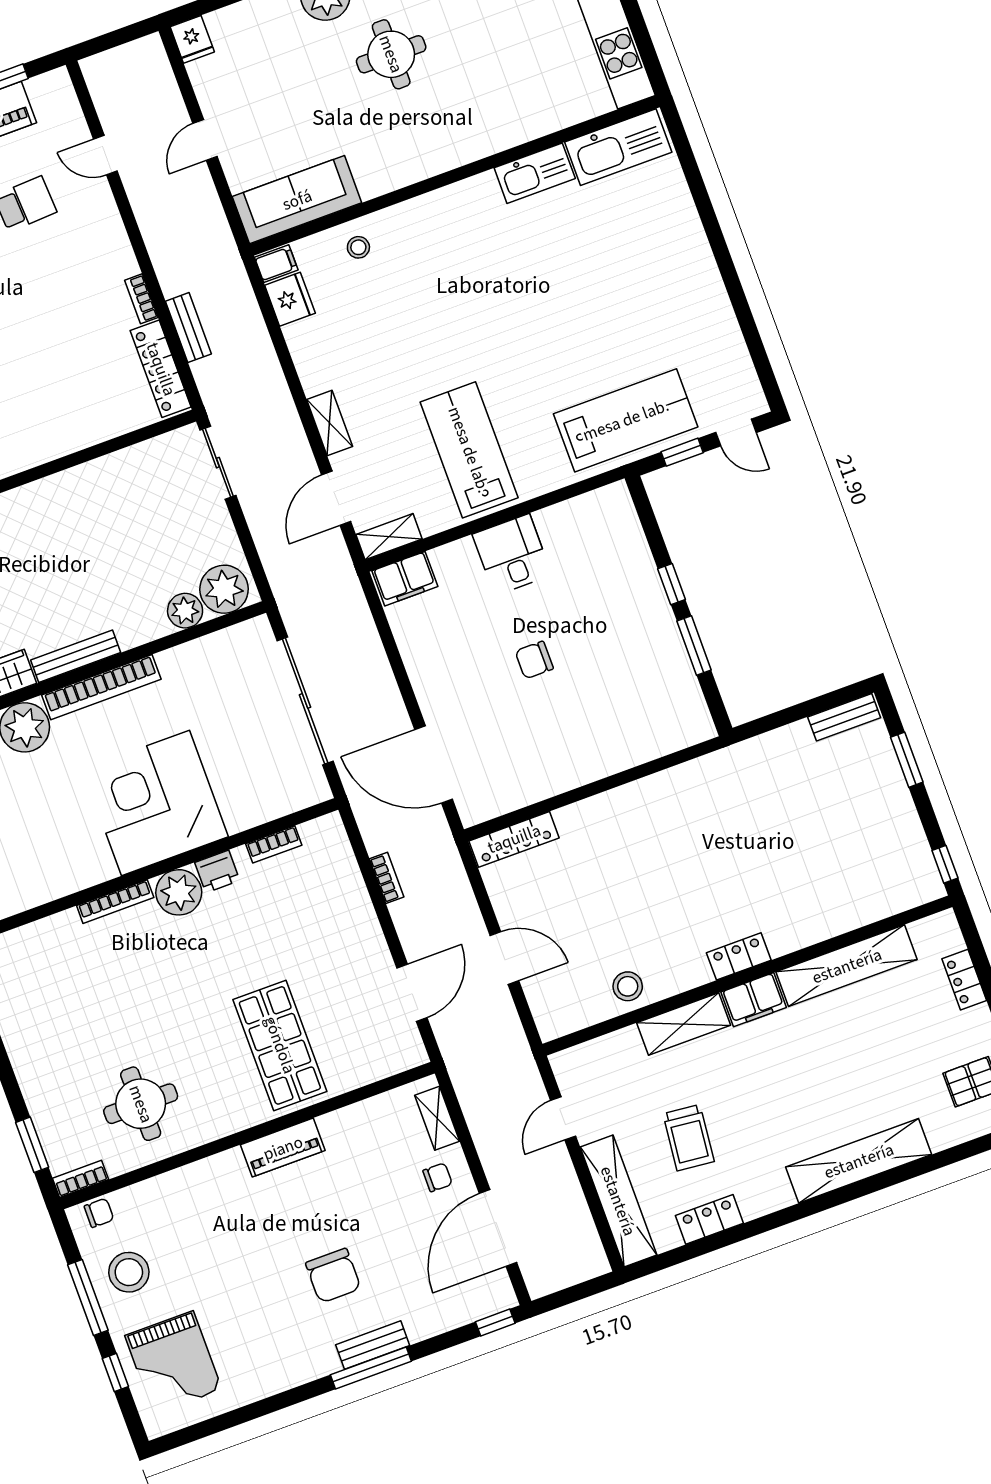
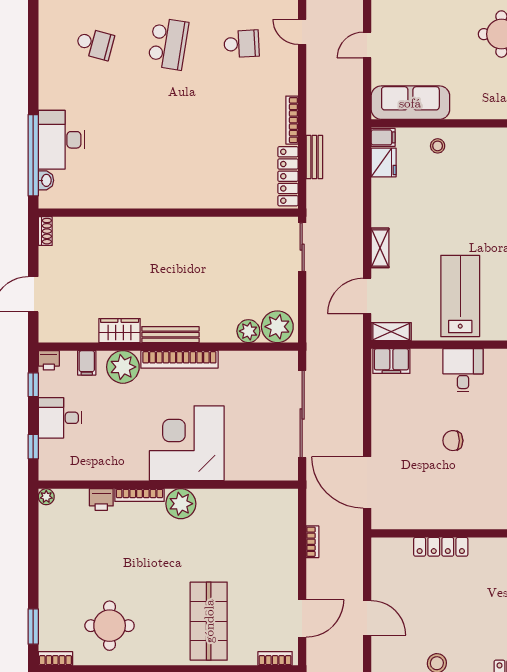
bookcase: (141, 299) -> (292, 120), width x1.56
locker: (514, 839) -> (441, 547), moved
bookcase: (274, 844) -> (275, 658), moved, turned 180
printer: (217, 871) -> (101, 500), moved

